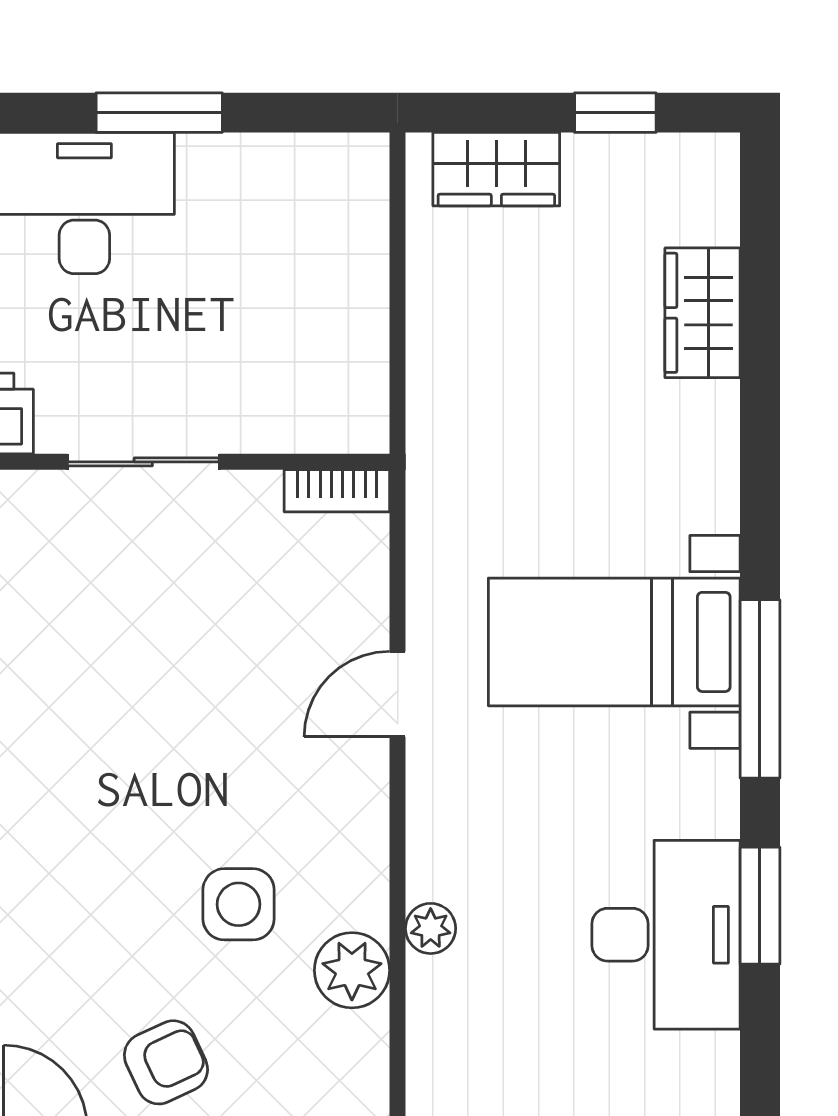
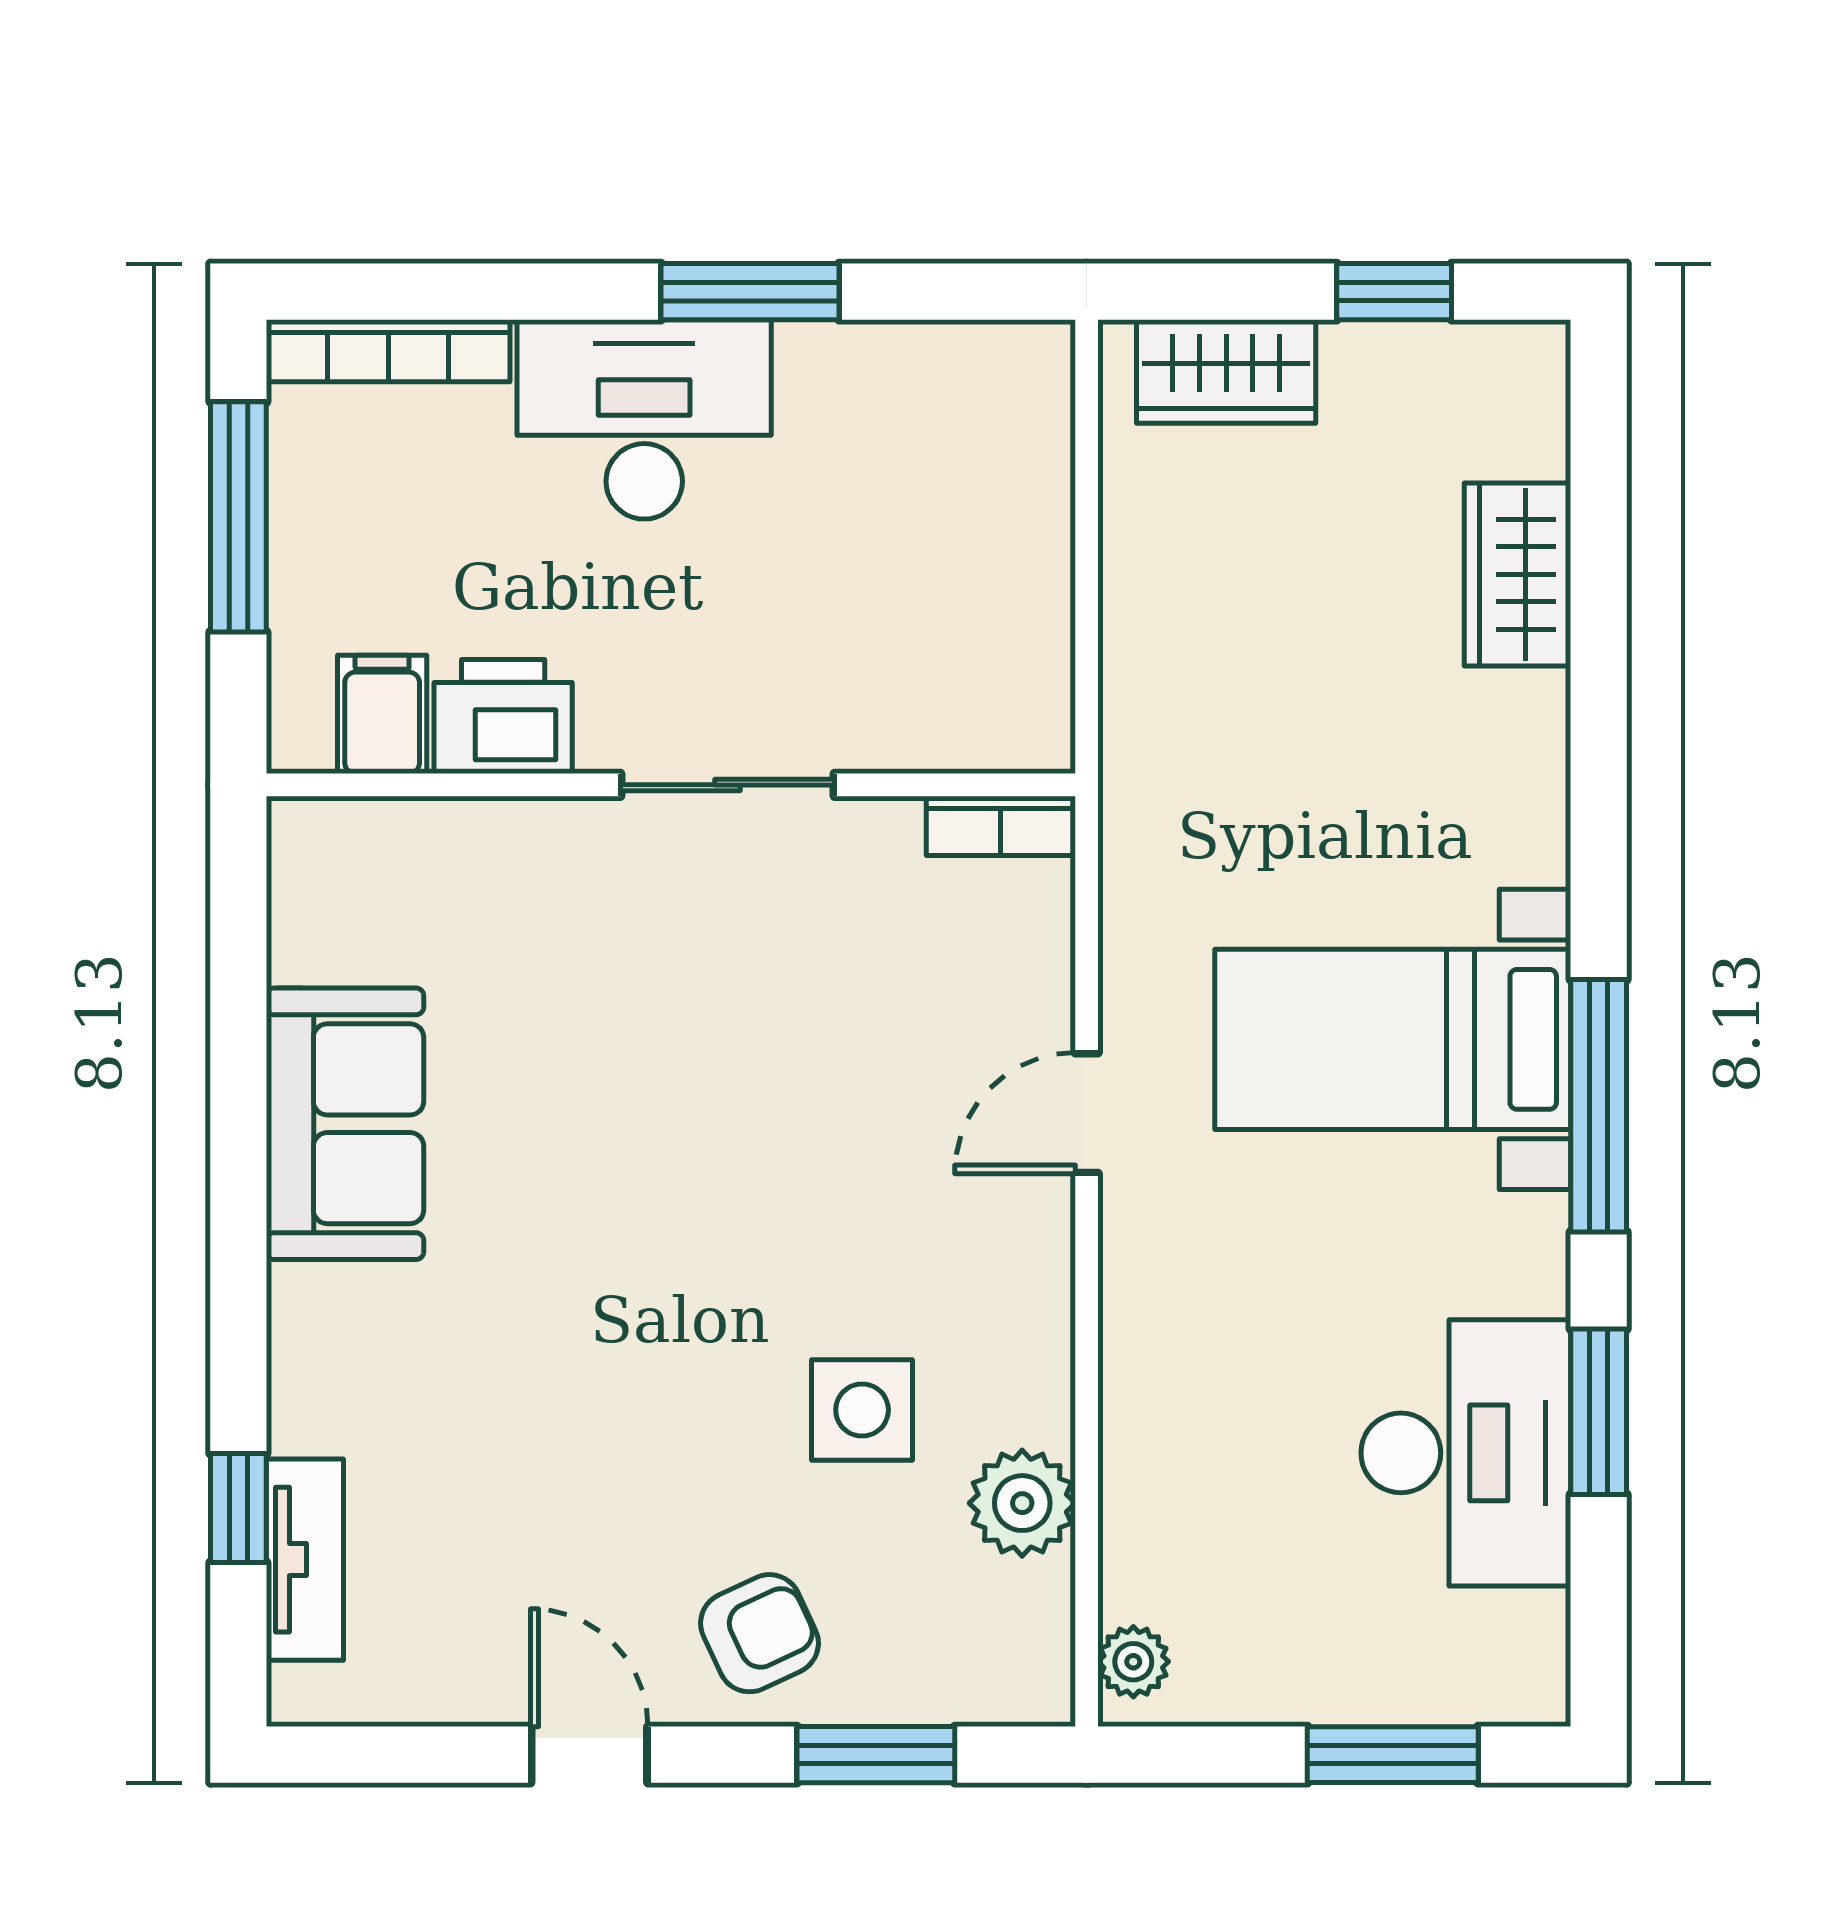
plant: (431, 928) -> (1133, 1662), moved

